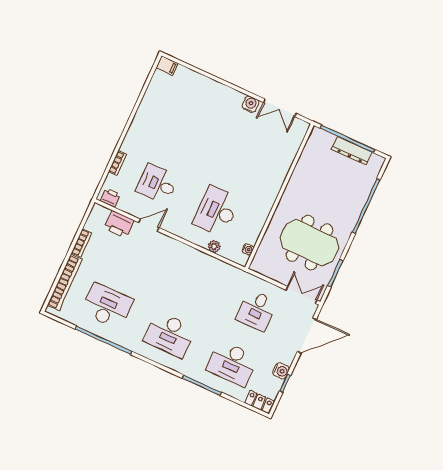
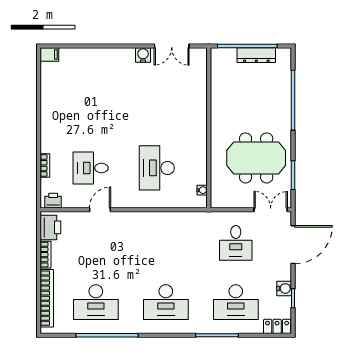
printer: (119, 224) -> (50, 227), moved, turned -90
plant: (214, 246) -> (170, 202), removed
desk: (107, 306) -> (96, 302), turned 180

